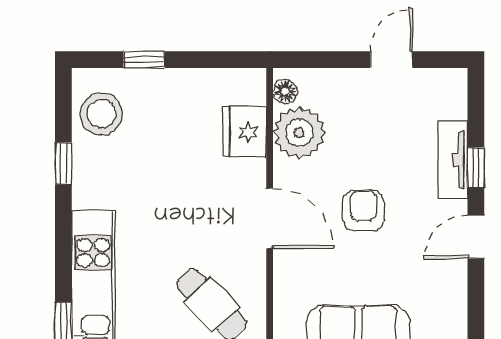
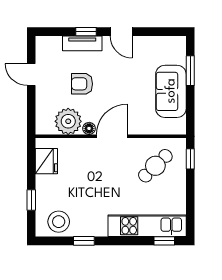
floor lamp: (285, 92) -> (89, 128), moved
fridge: (245, 132) -> (46, 161), moved, turned -90
armchair: (364, 211) -> (82, 84), moved

